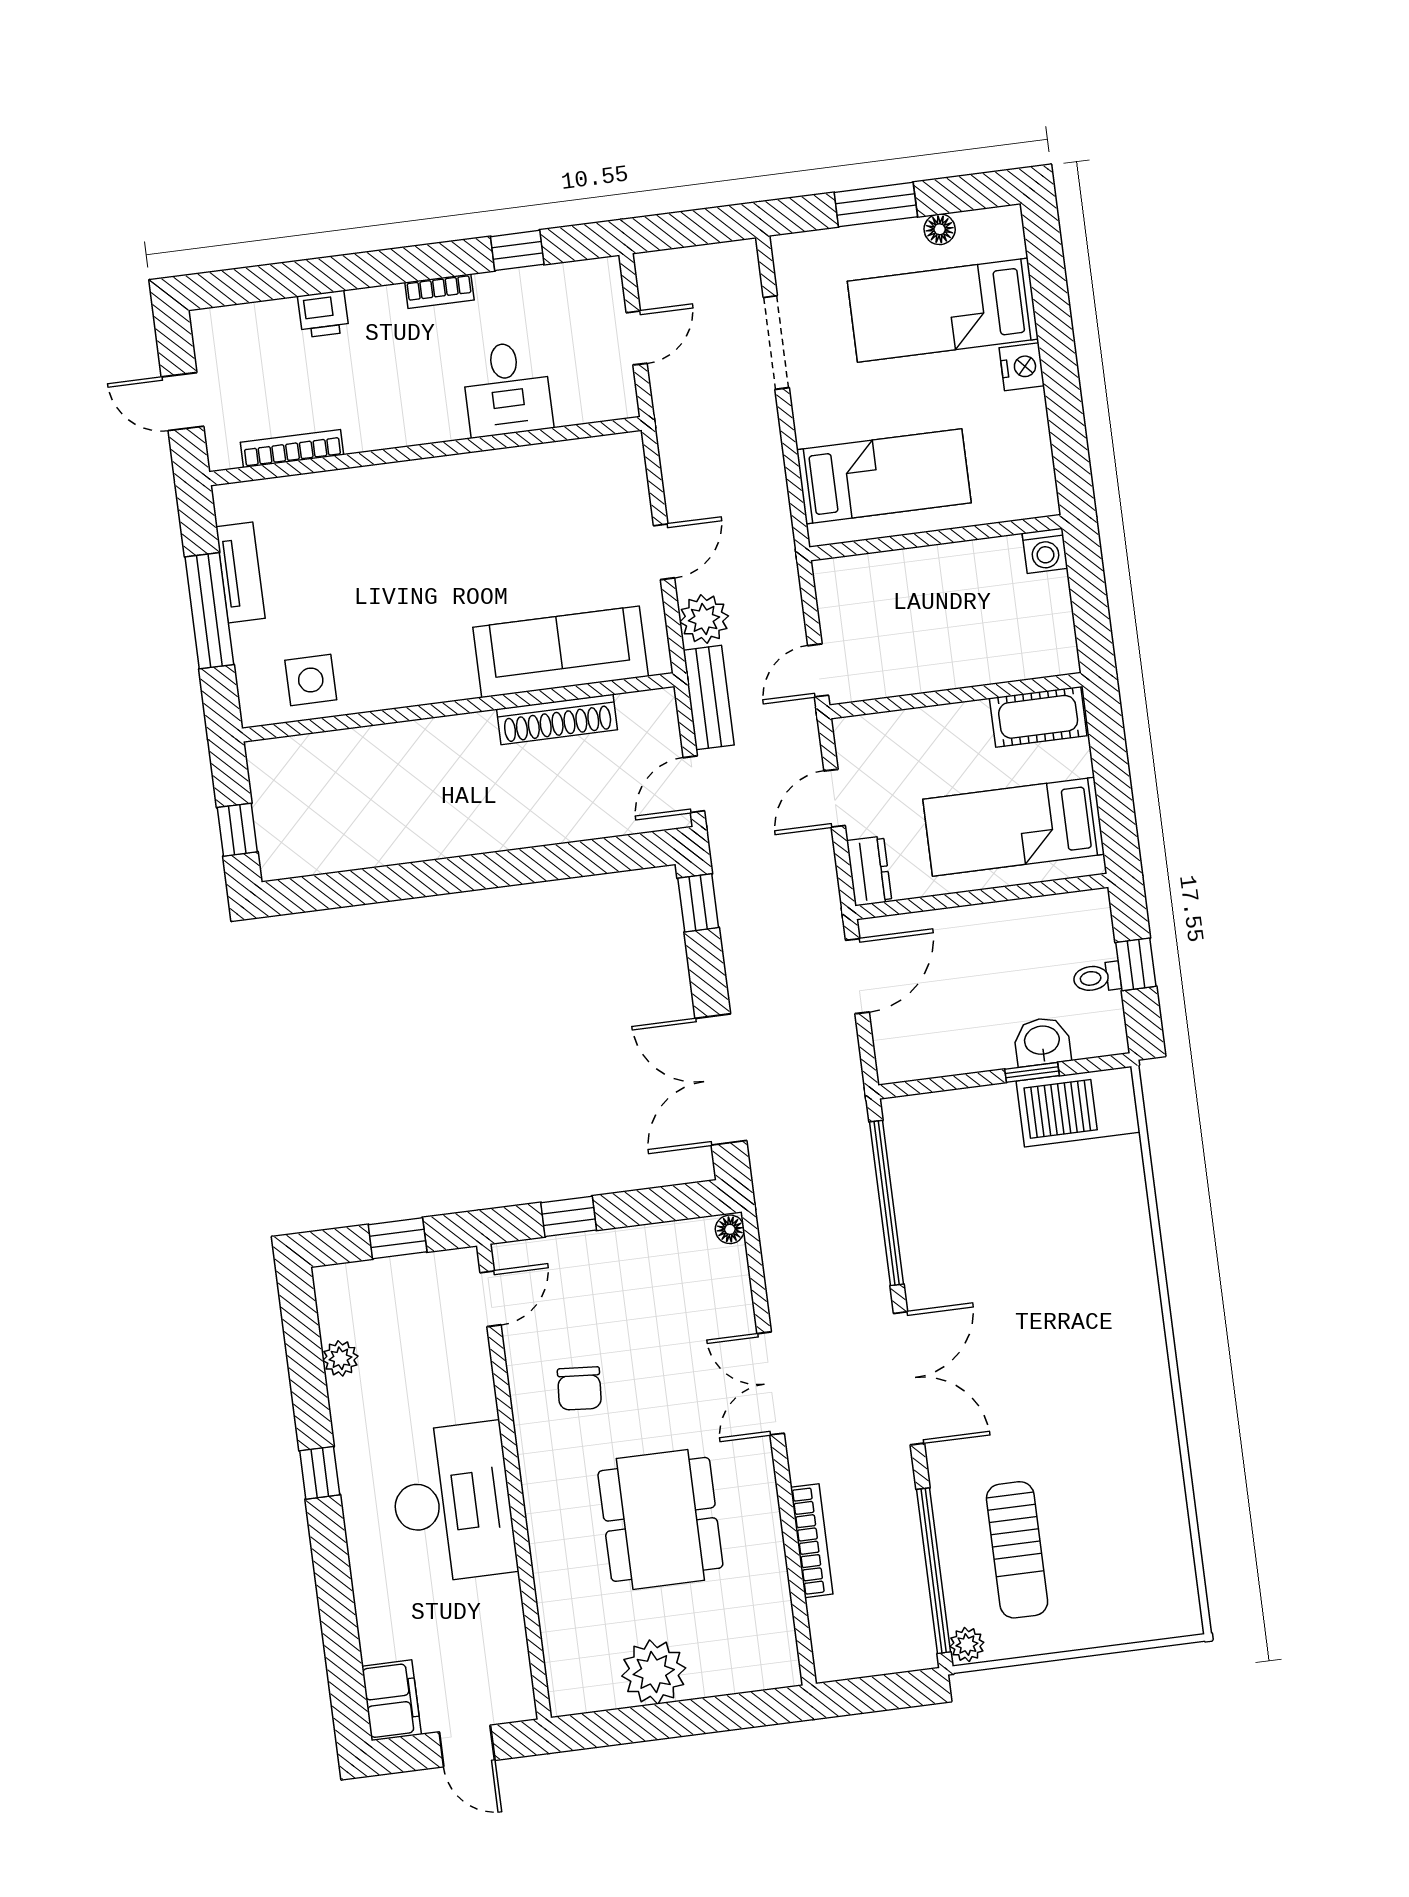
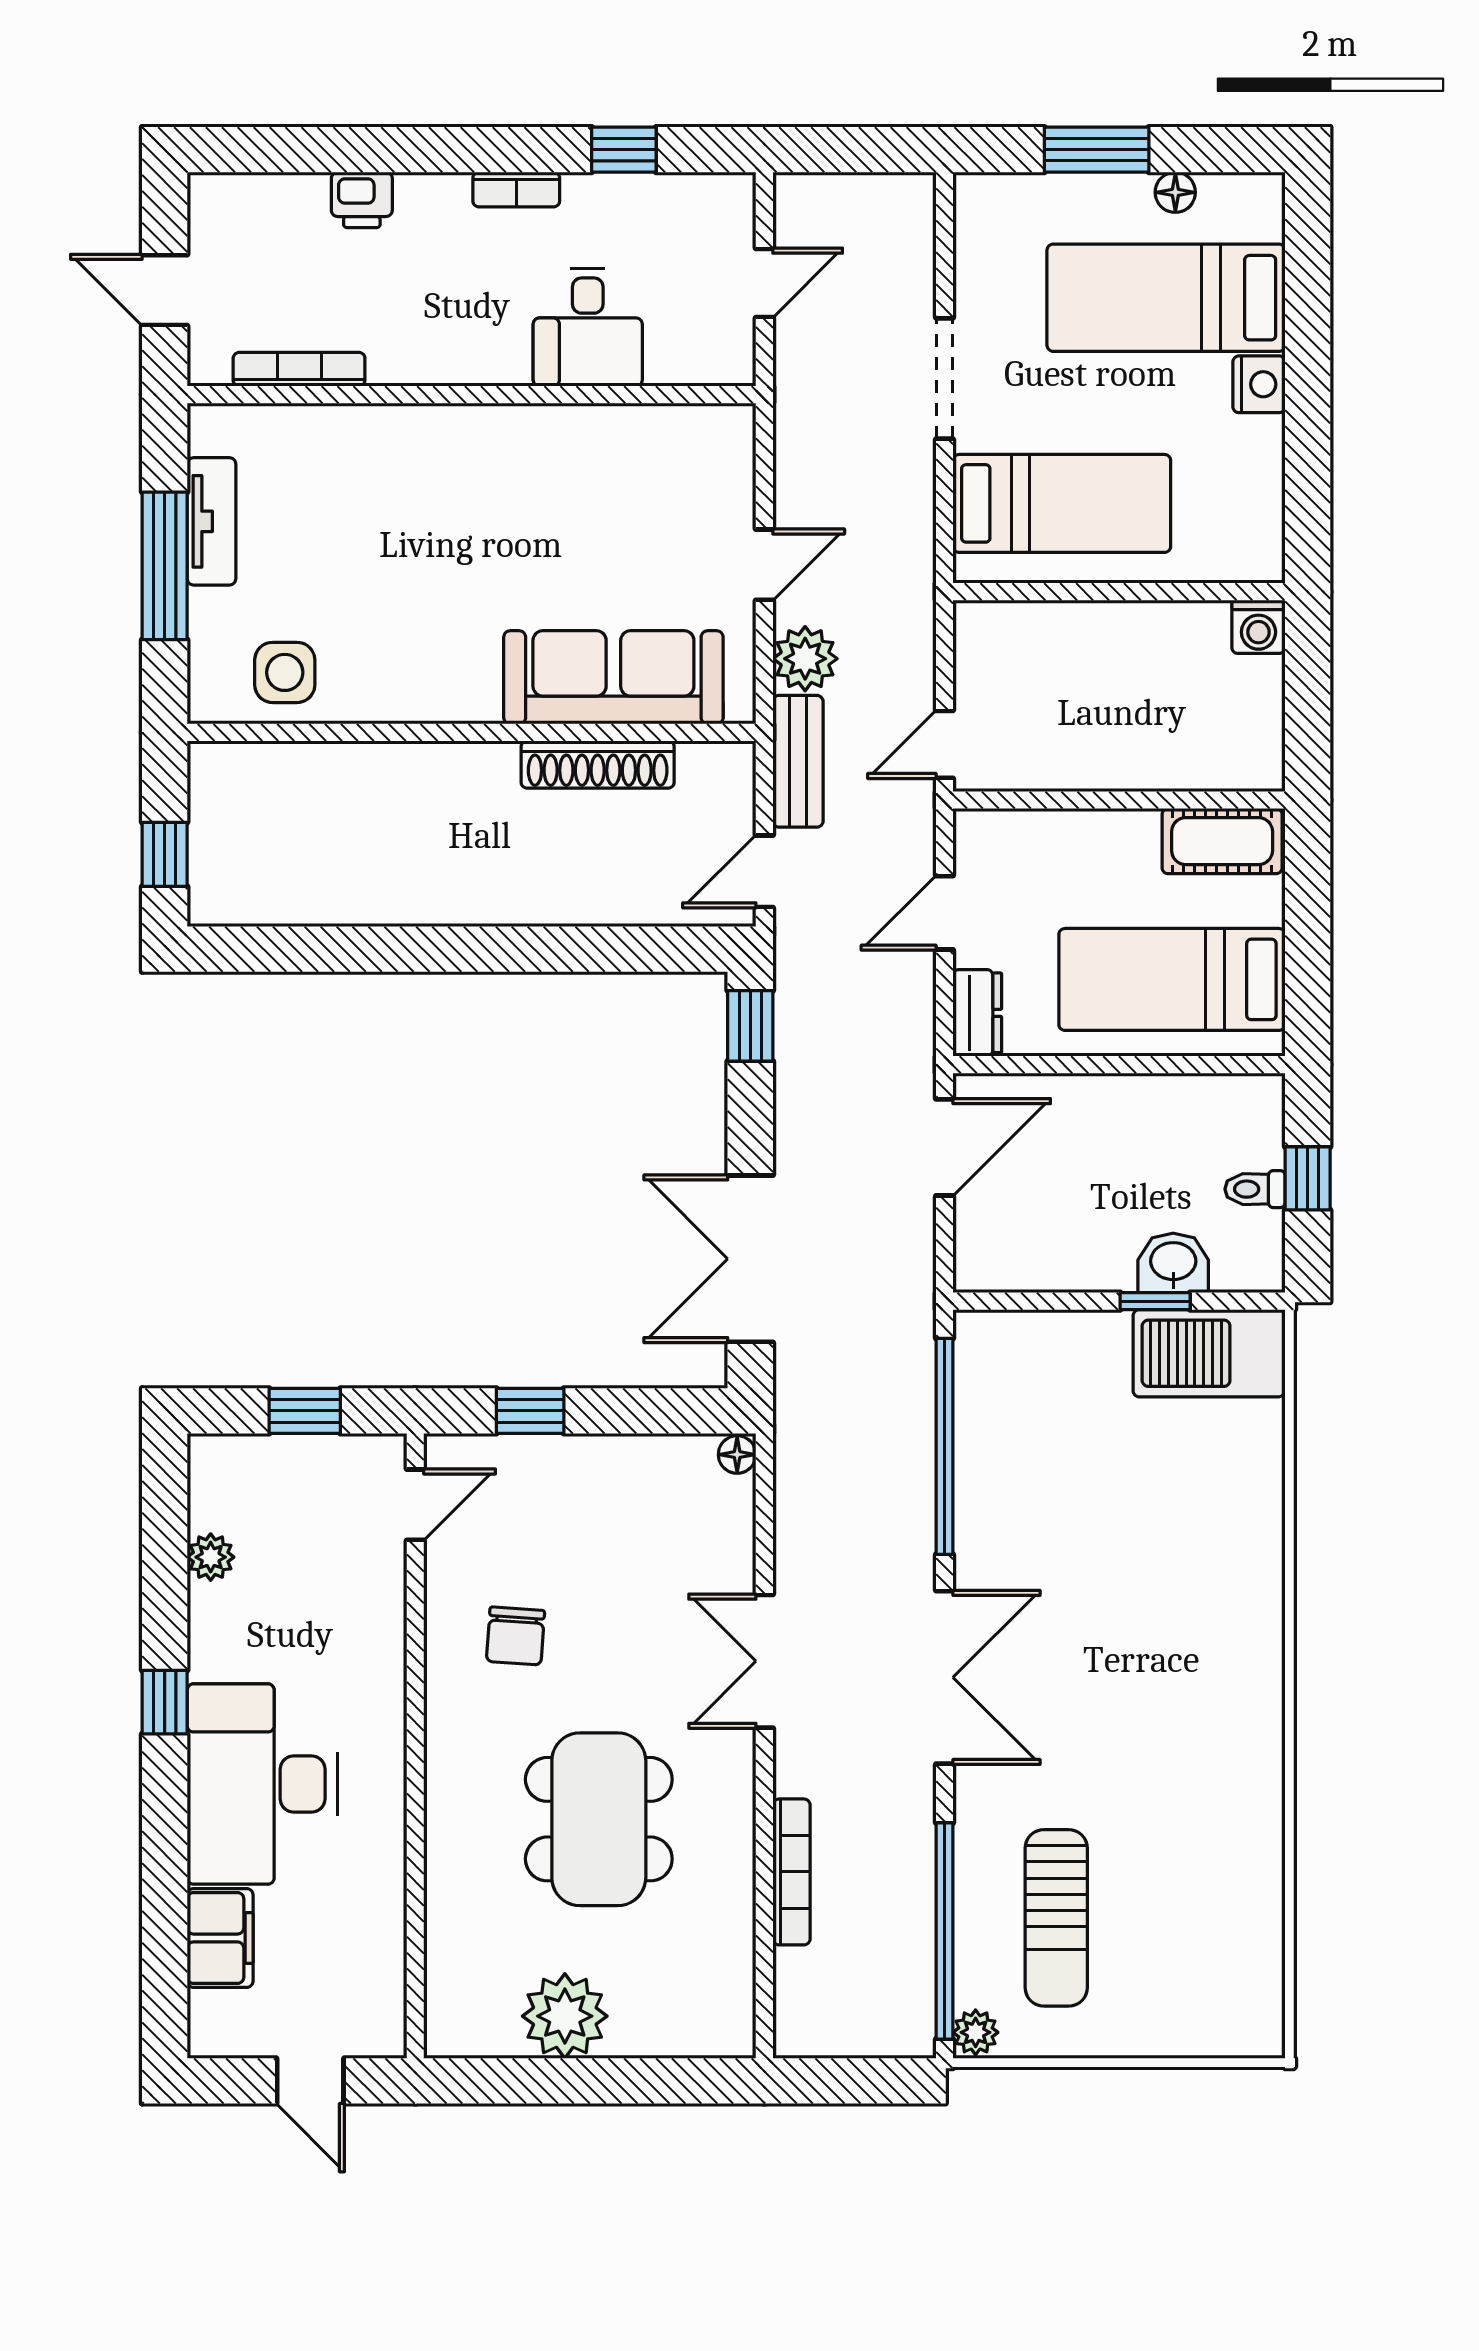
doorway: (776, 343) -> (945, 379), moved
desk: (452, 1503) -> (262, 1784), moved, turned 180
filing cabinet: (392, 1700) -> (220, 1938), moved

